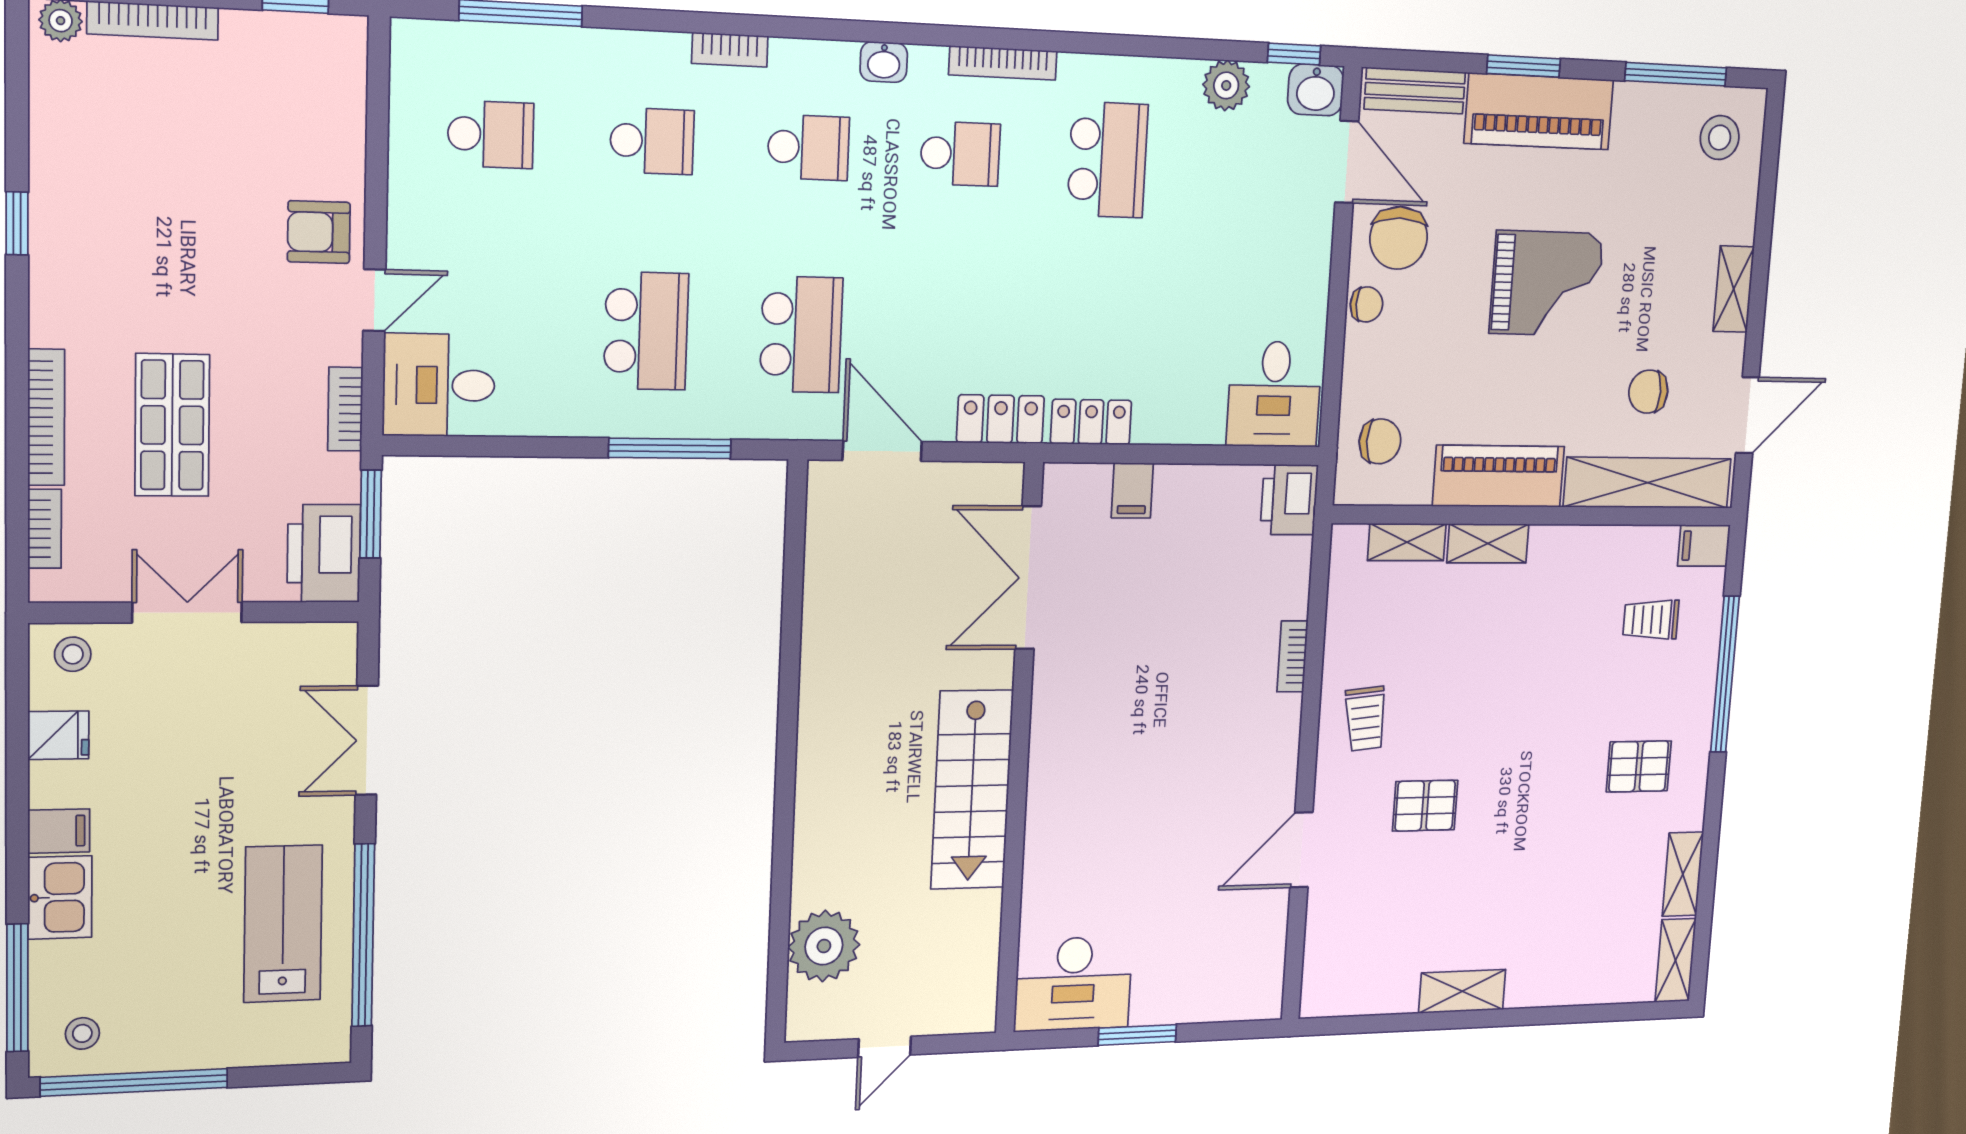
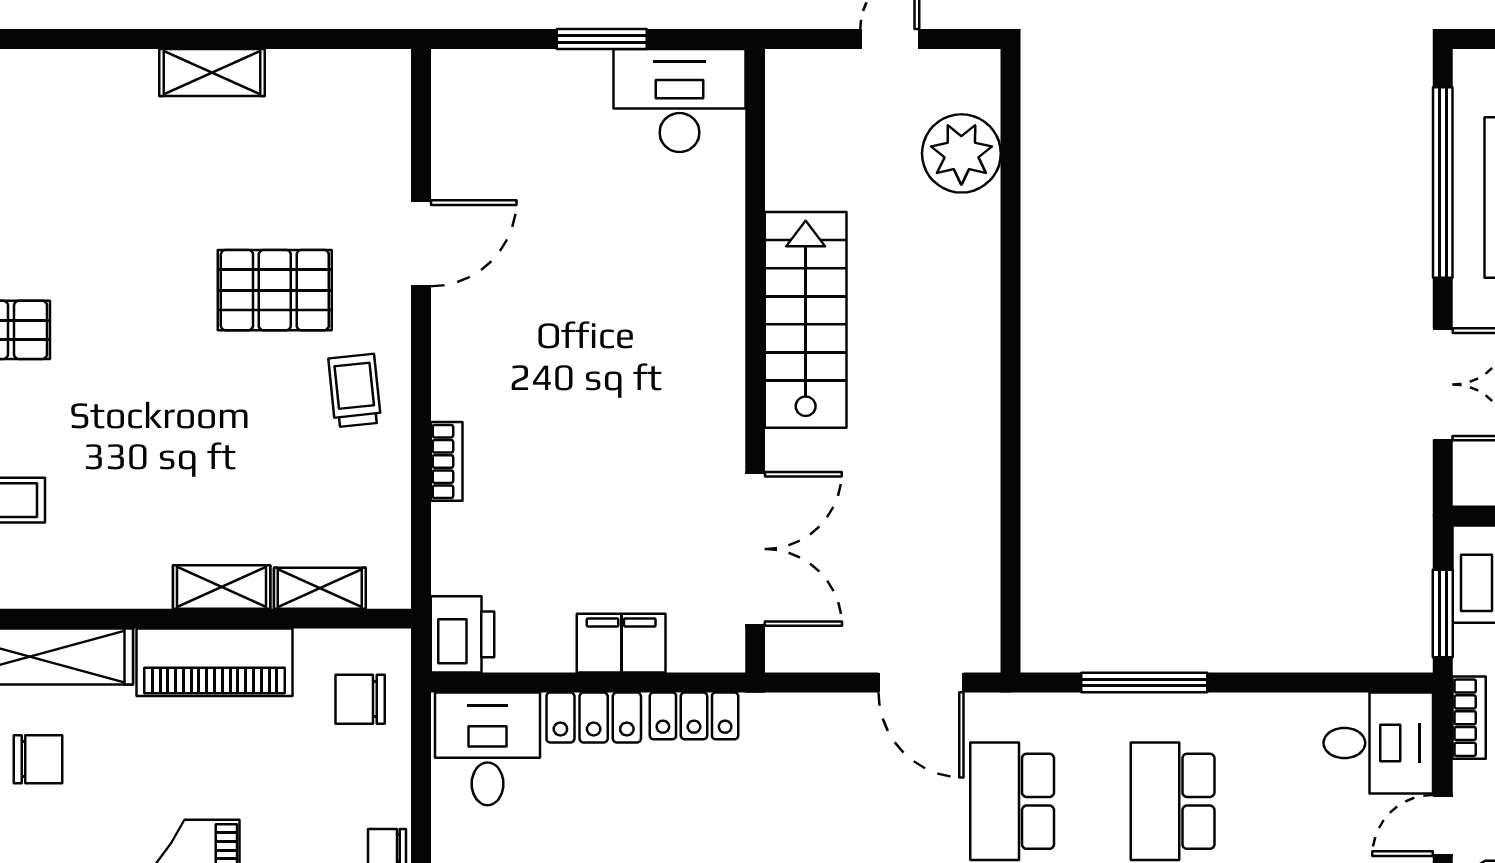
locker: (1000, 419) -> (594, 717), moved
filing cabinet: (1132, 490) -> (621, 643), width x2.00
pallet: (1425, 806) -> (275, 290), width x1.50, depth x1.42

